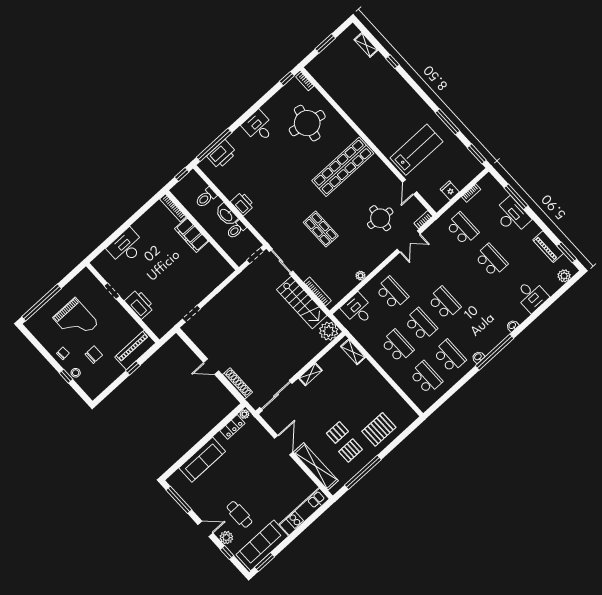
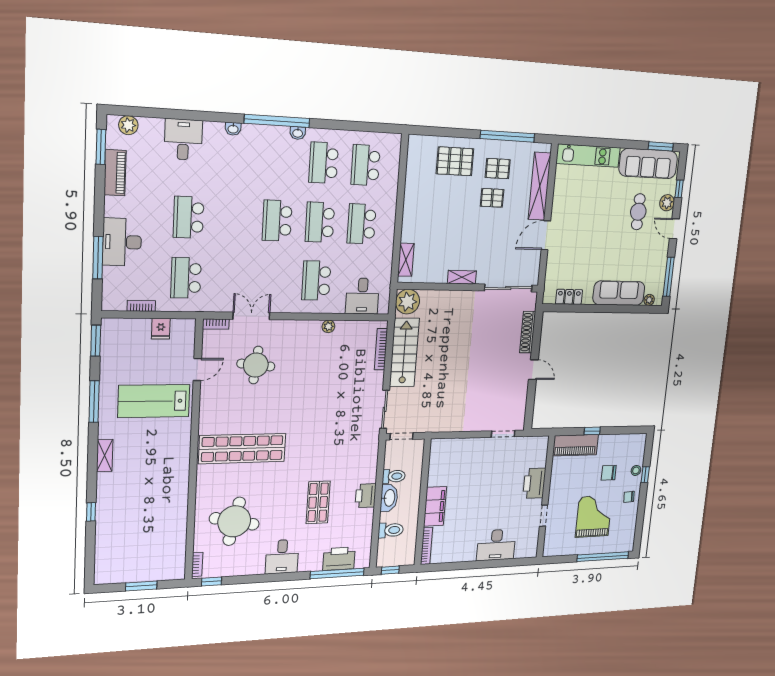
shelving: (366, 45) -> (105, 455), moved
shop shelf: (321, 229) -> (318, 502), moved
plant: (244, 414) -> (649, 300), moved

